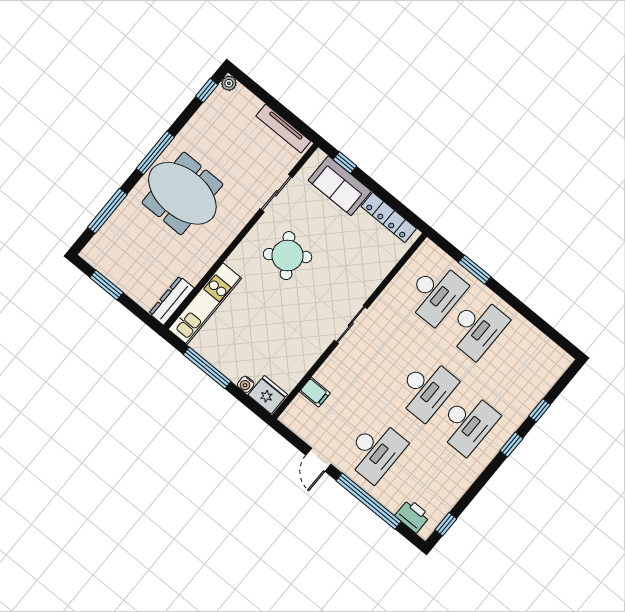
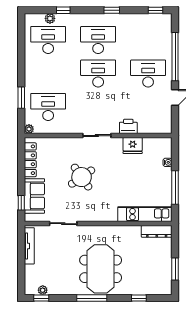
plant: (229, 83) -> (43, 290), moved
window: (107, 211) -> (139, 298), width x0.46
plant: (428, 247) -> (29, 129), added
round table: (287, 256) -> (82, 177), moved
desk: (477, 327) -> (48, 40), moved
plant: (543, 386) -> (50, 18), added
filing cabinet: (315, 392) -> (144, 126), removed
fridge: (268, 395) -> (133, 146), moved, turned -90
window: (511, 445) -> (112, 10), moved
printer: (413, 516) -> (128, 126), moved, turned 90

